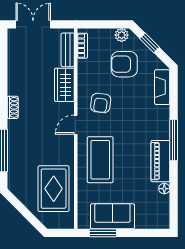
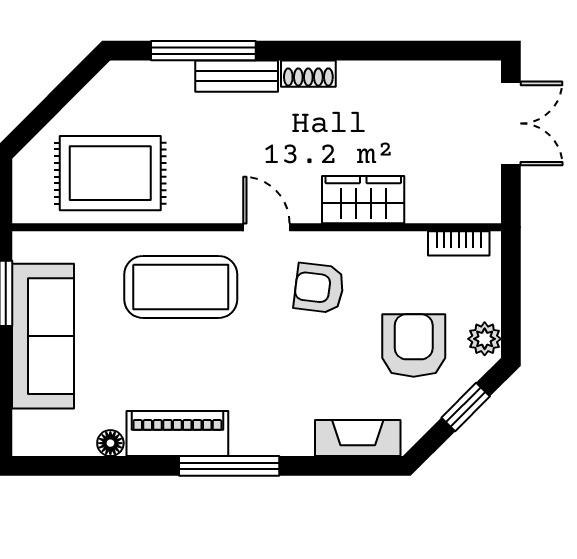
bench: (68, 50) -> (237, 76), moved
sofa: (112, 216) -> (43, 336), width x1.36

